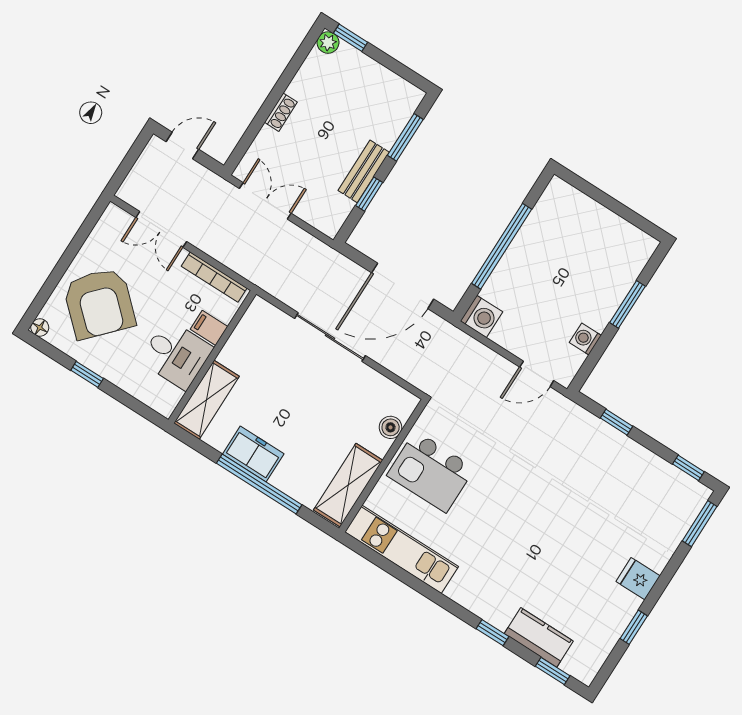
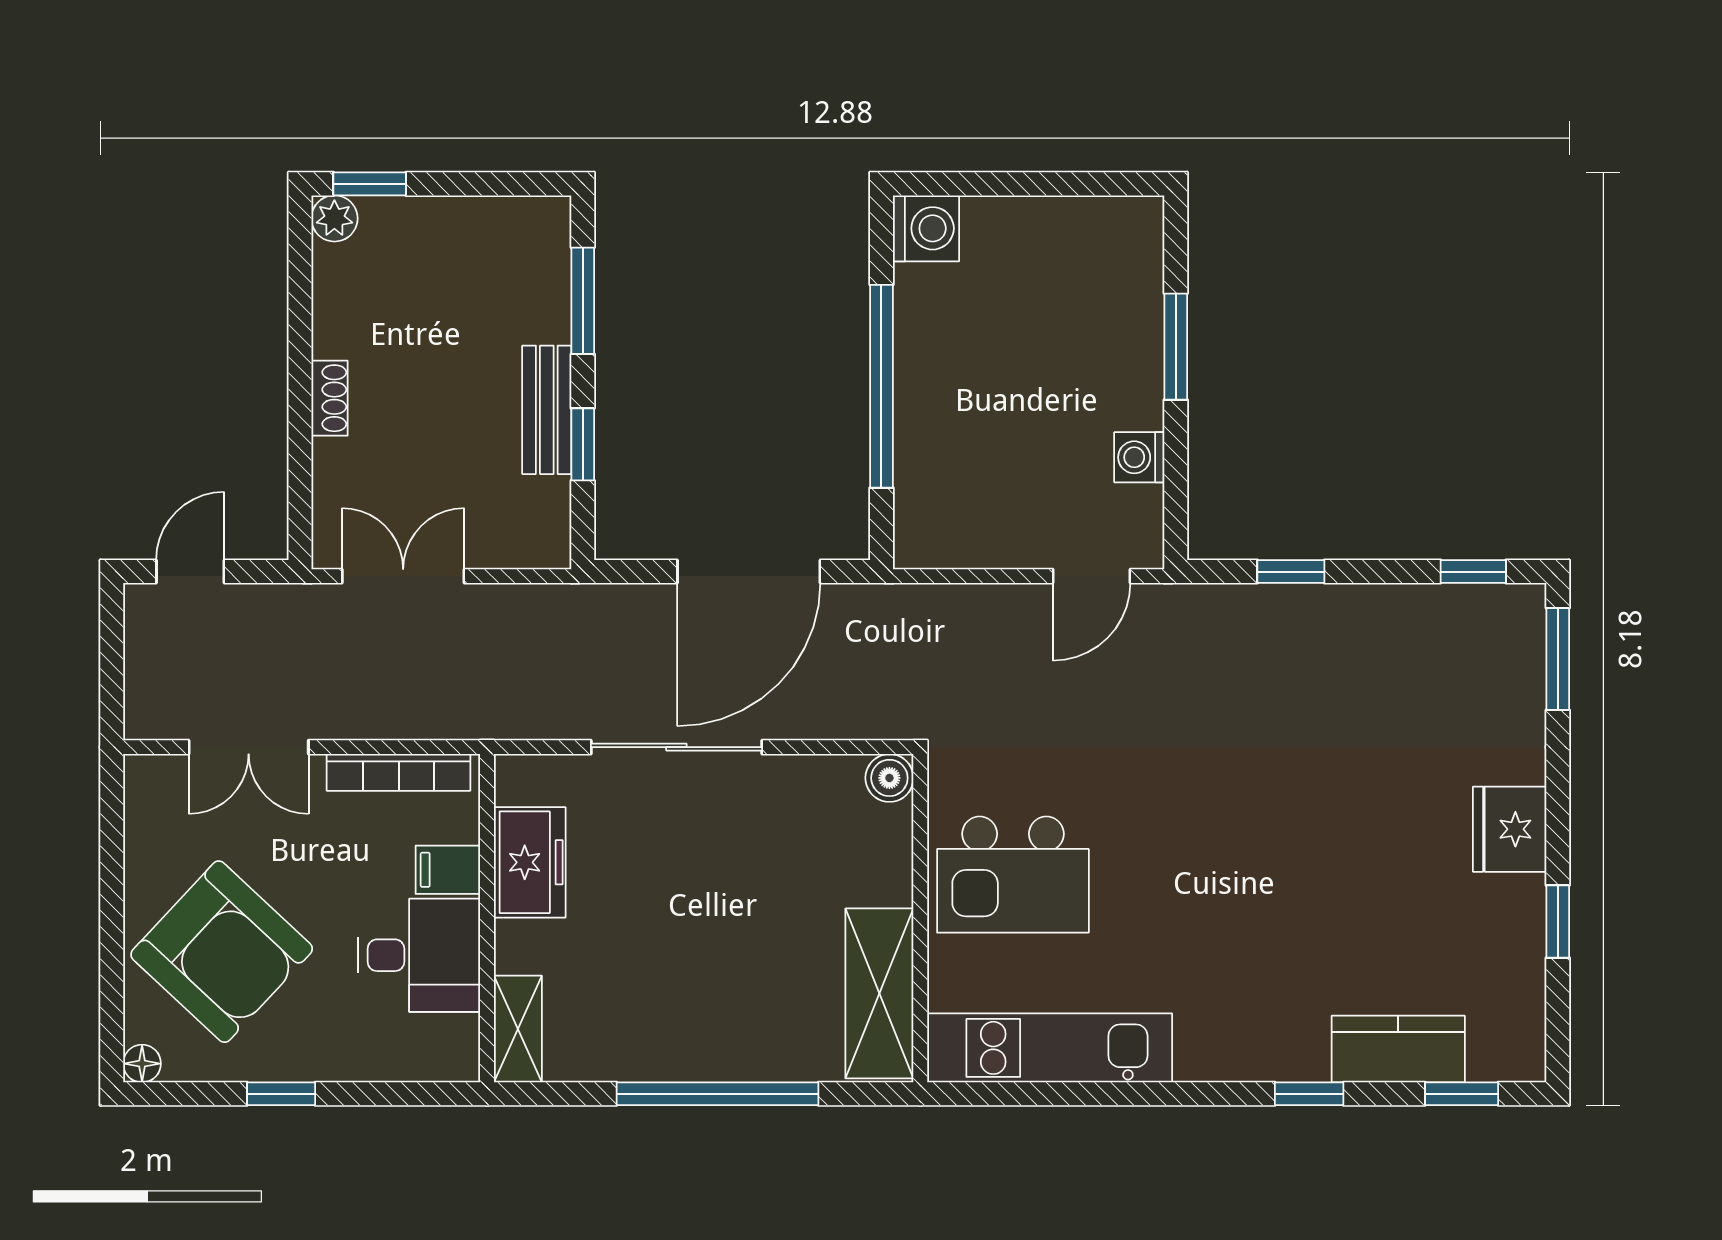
washing machine: (481, 316) -> (926, 228), moved
shelving: (207, 400) -> (518, 1029), width x0.67, depth x0.75
boiler: (391, 427) -> (889, 778), moved
freezer: (253, 454) -> (530, 862), moved, turned 90
fridge: (638, 579) -> (1510, 829), width x1.38

